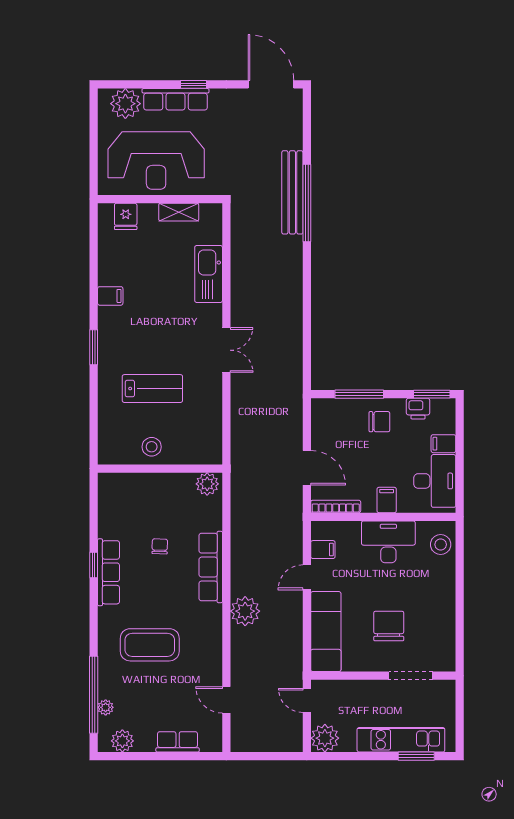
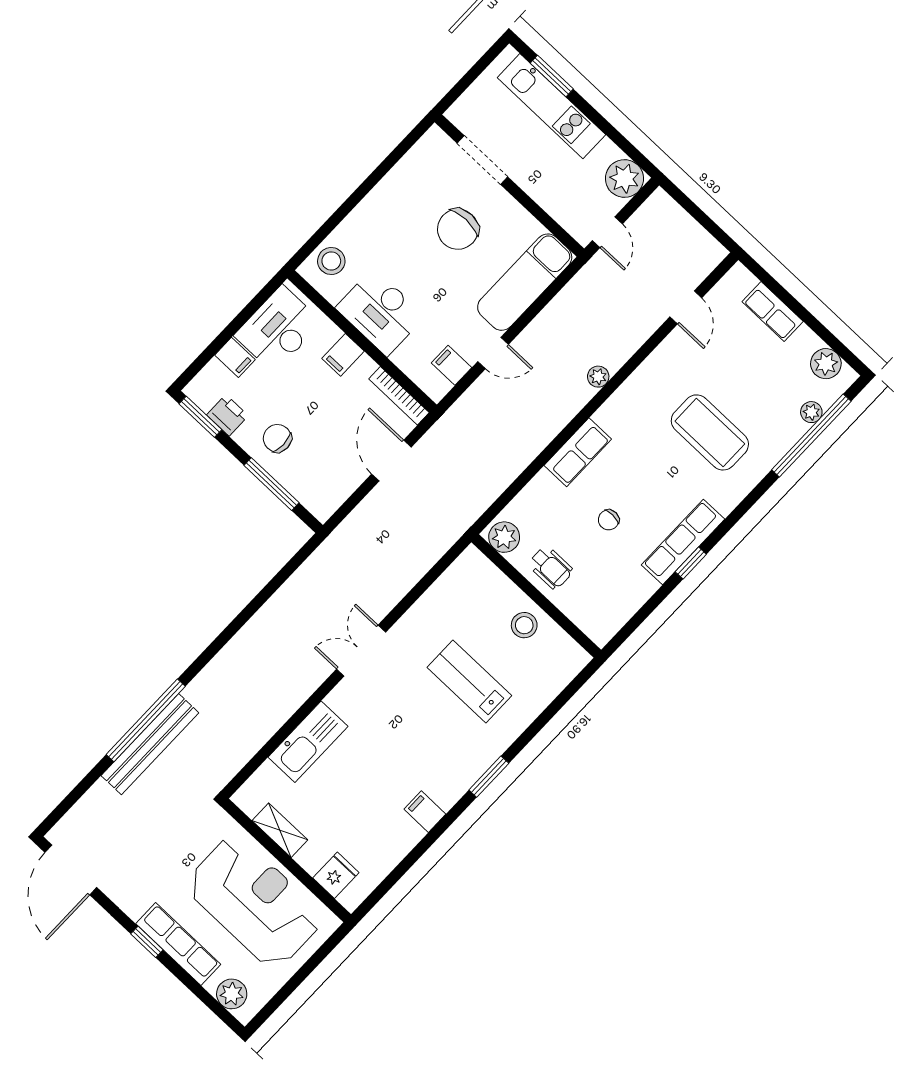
plant: (125, 104) -> (232, 994), width x0.73, depth x0.73
wheelchair: (167, 491) -> (551, 568), added
row of seats: (211, 567) -> (578, 452), width x0.68
plant: (245, 611) -> (598, 377), width x0.53, depth x0.53

